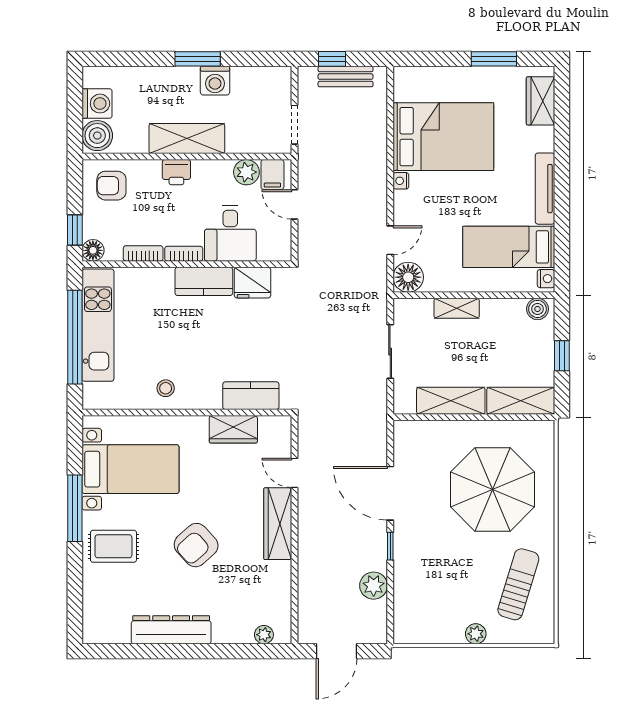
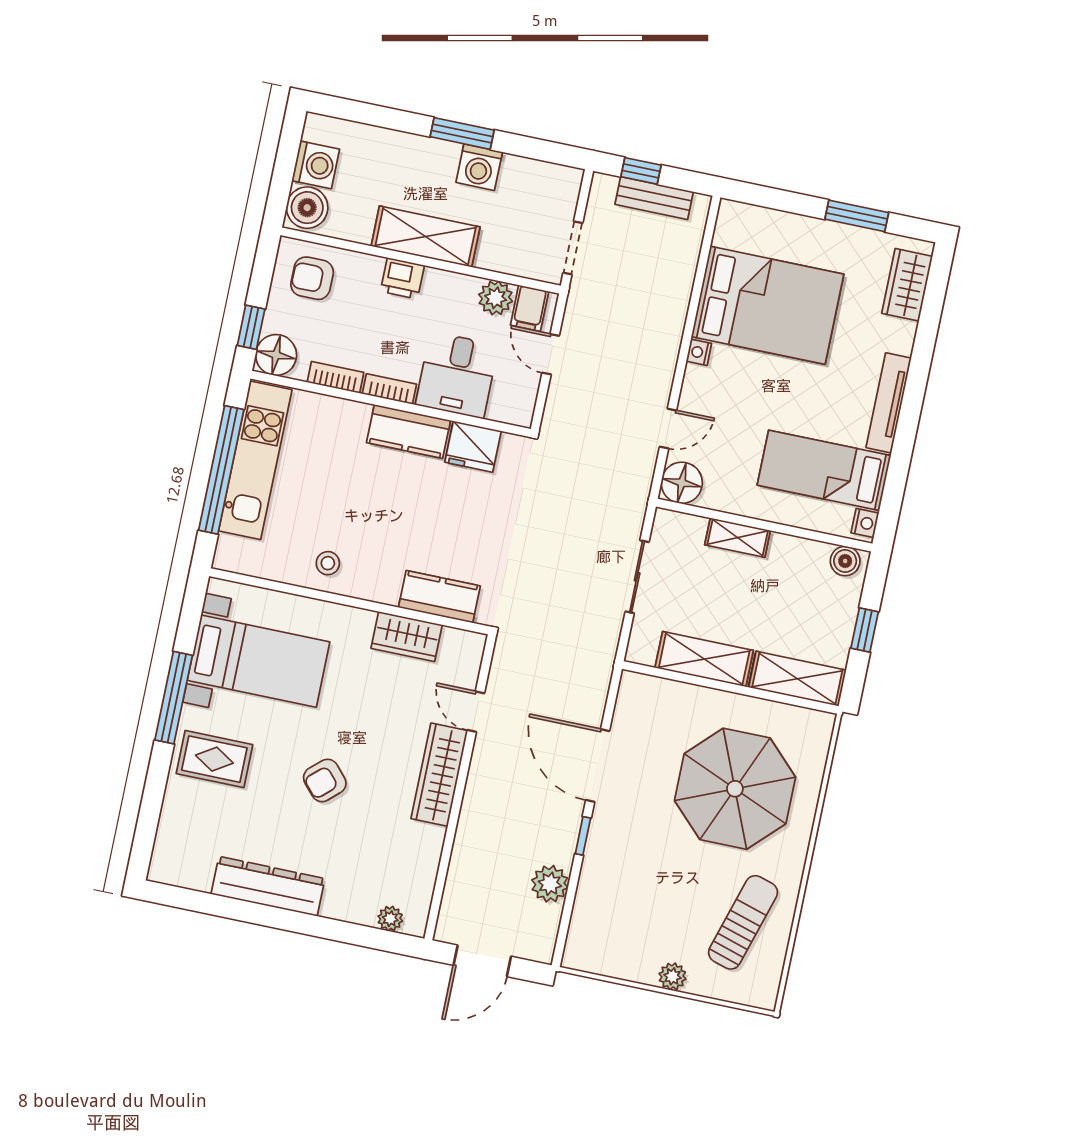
floor lamp: (93, 250) -> (276, 355), width x1.38, depth x1.38
armchair: (196, 545) -> (325, 780), width x0.72, depth x0.72

